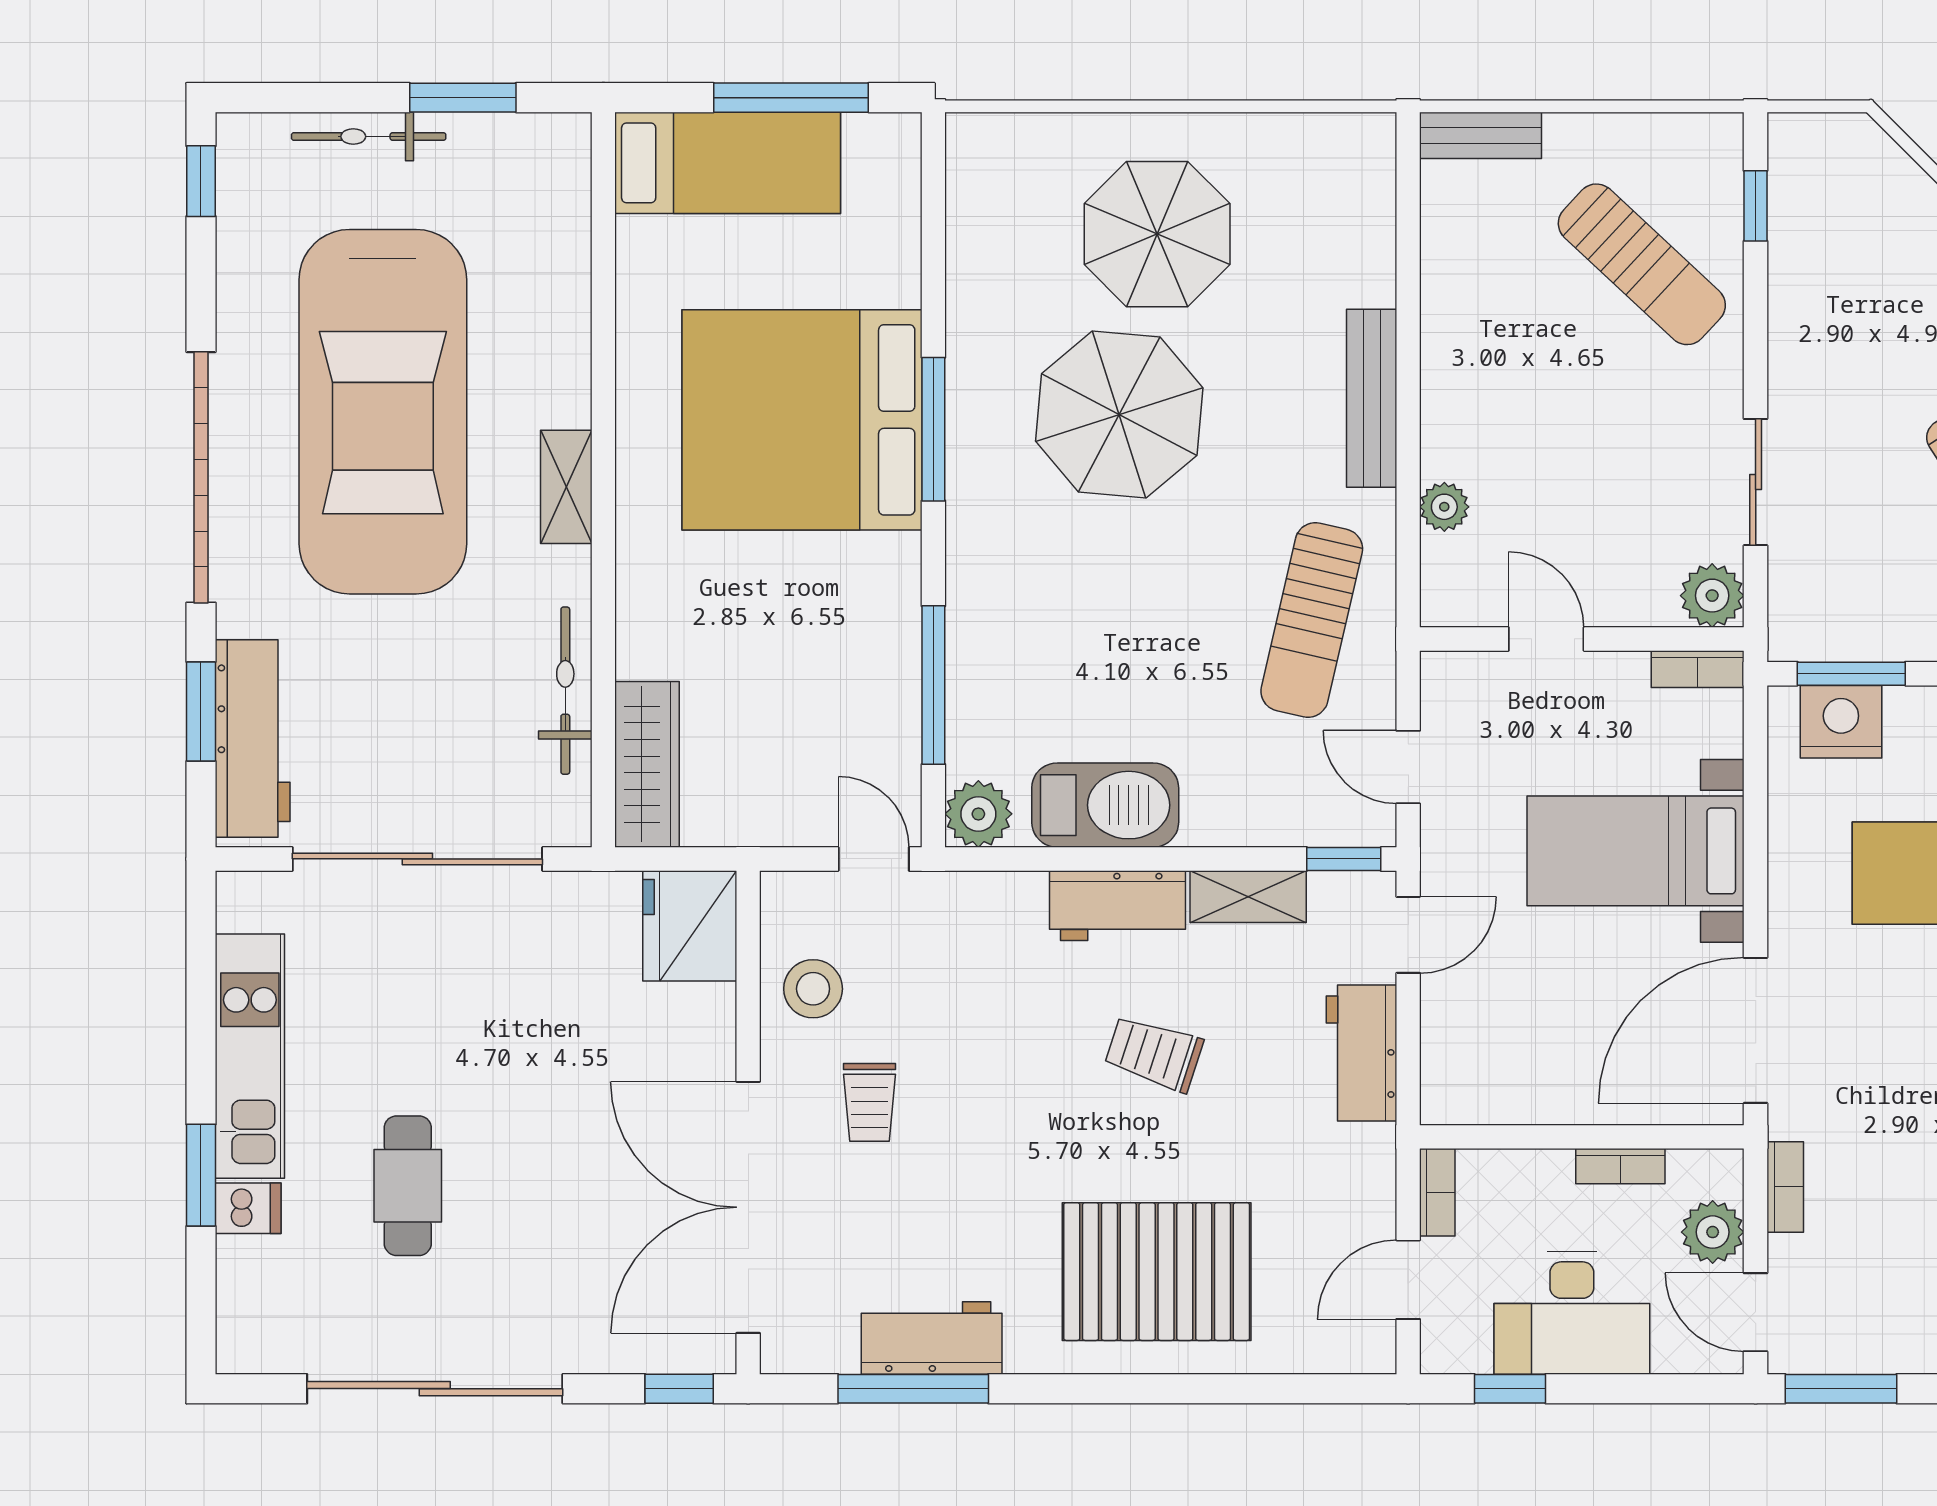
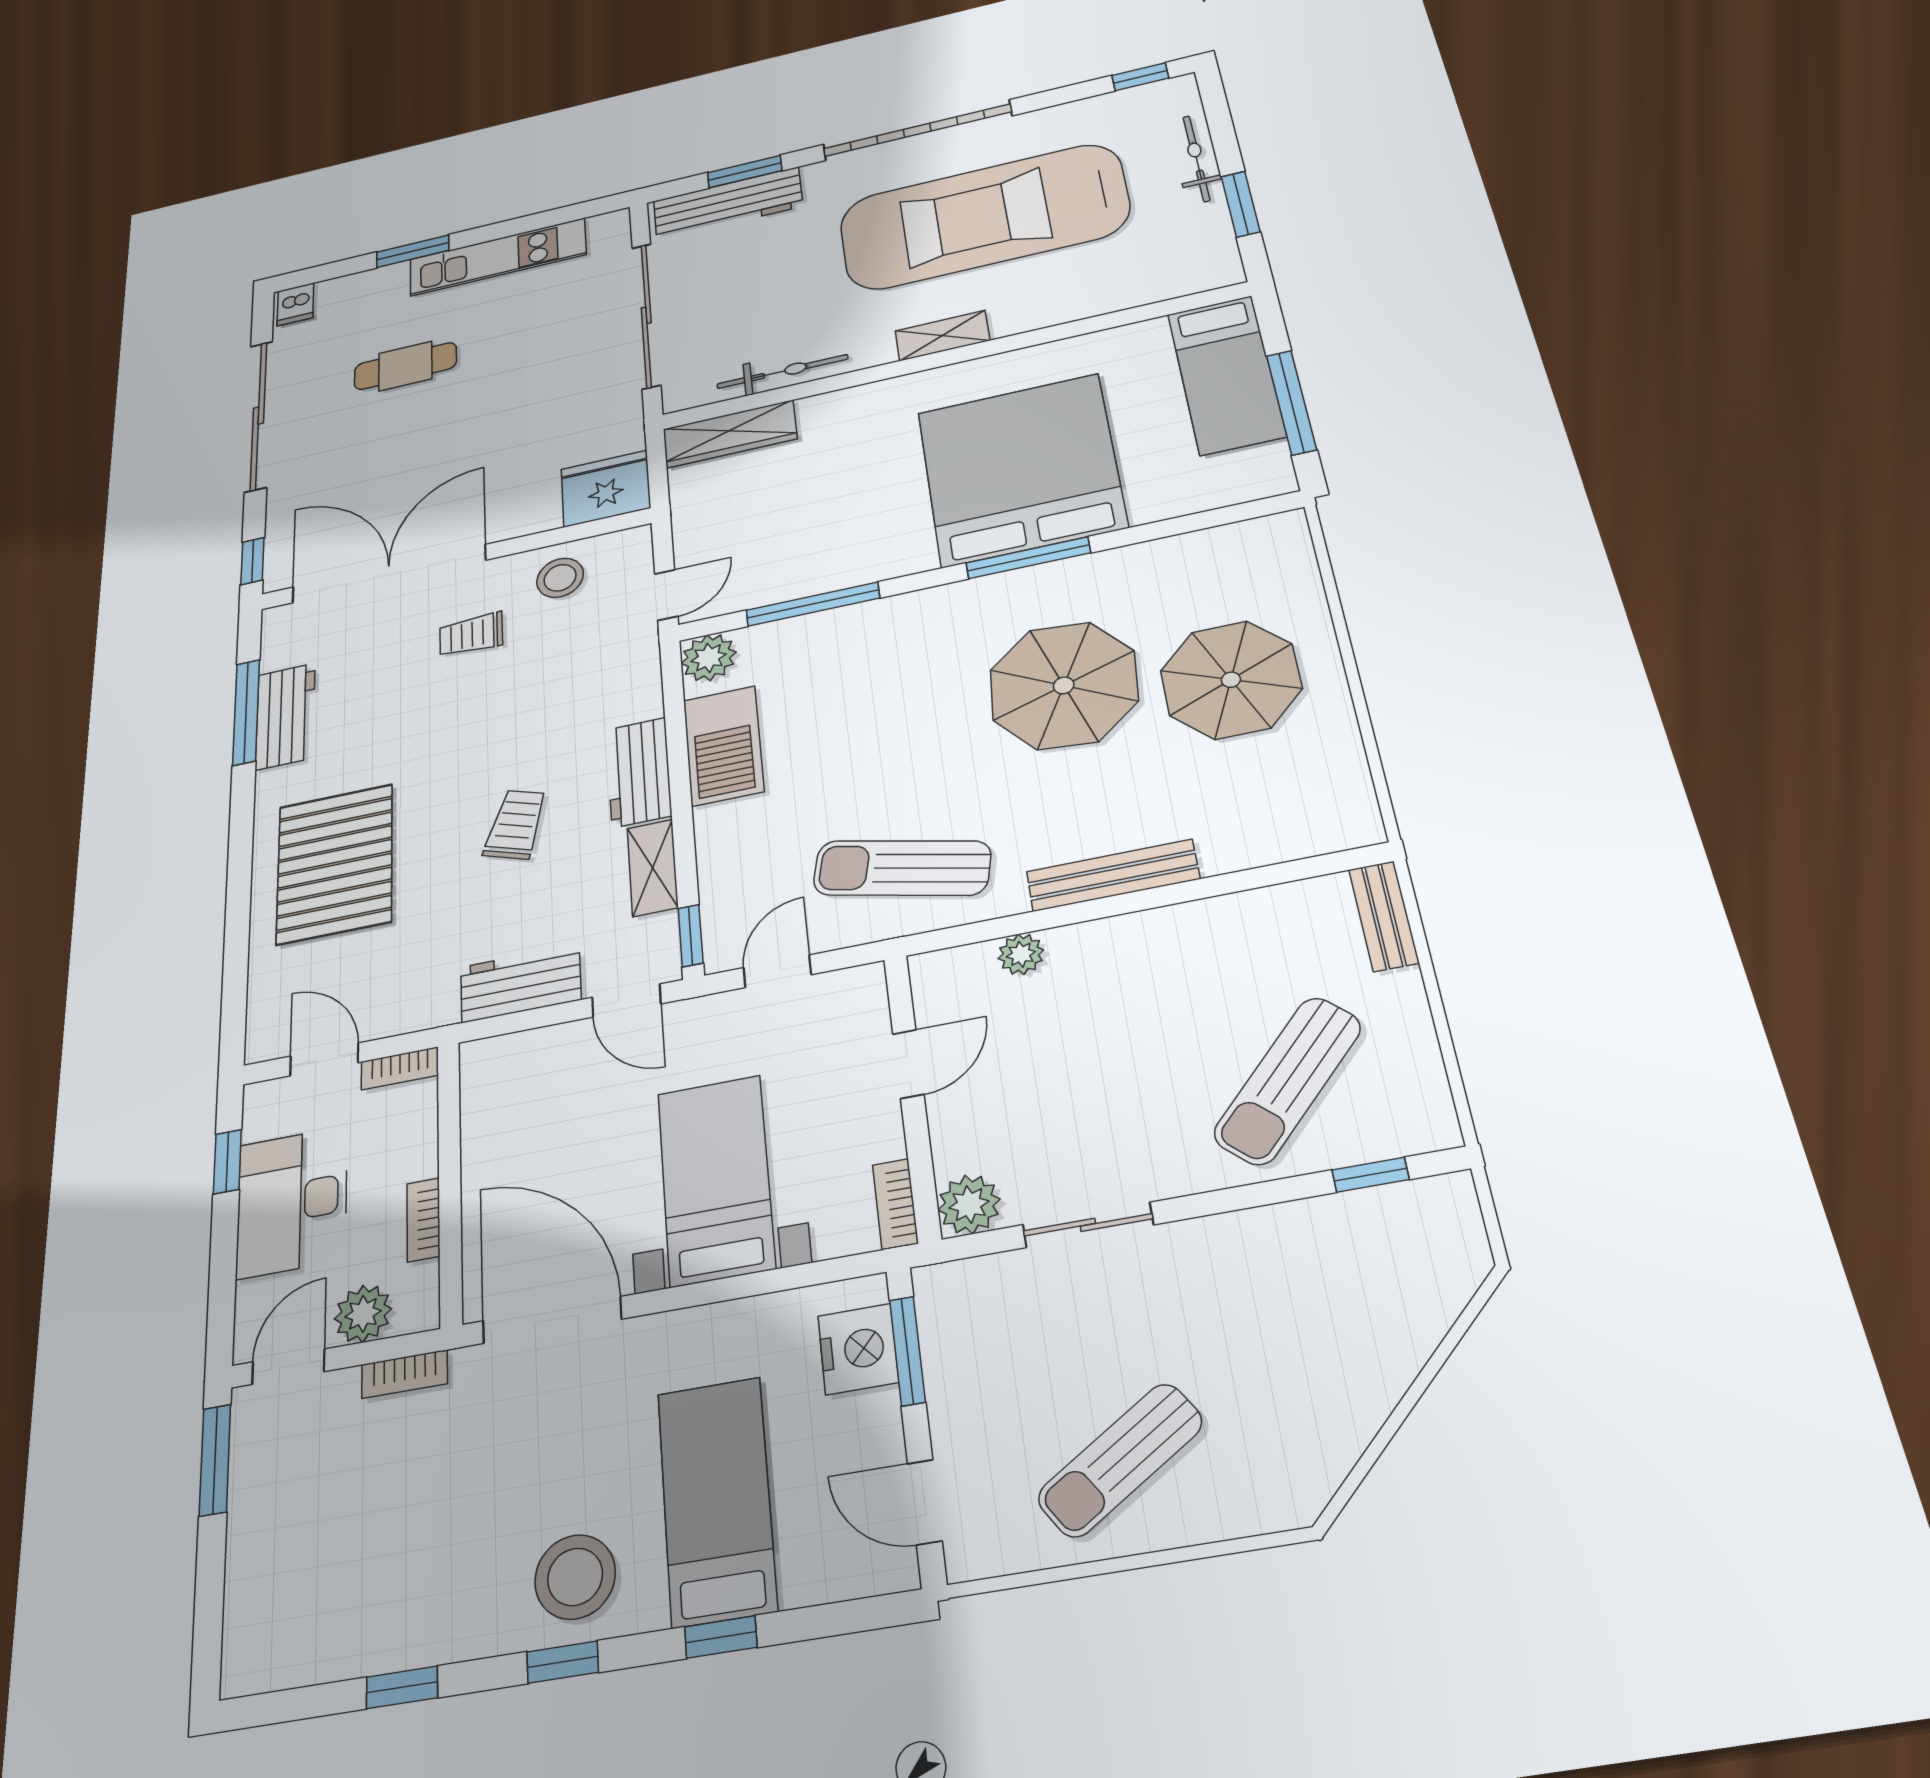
dishwasher: (248, 1208) -> (295, 304), moved

